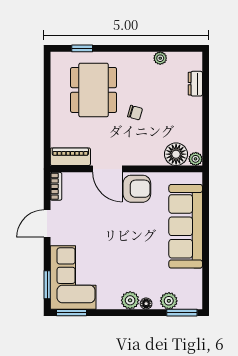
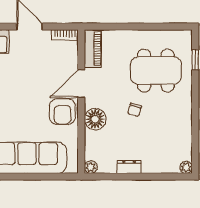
plant: (160, 58) -> (186, 167), moved
dresser: (195, 84) -> (129, 167), moved
floor lamp: (176, 154) -> (95, 119), moved

